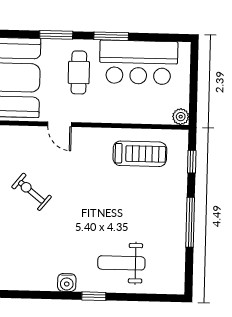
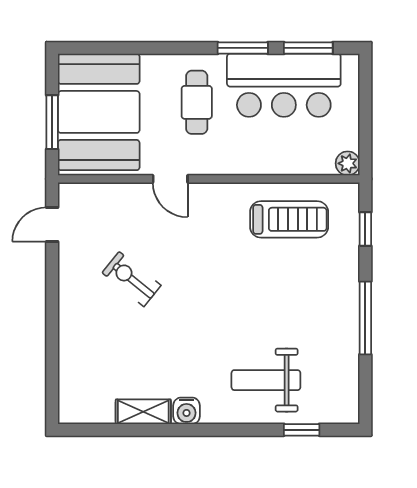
window: (56, 35) -> (308, 48), moved
shelving: (37, 282) -> (143, 412), added
window: (94, 296) -> (302, 430), moved

